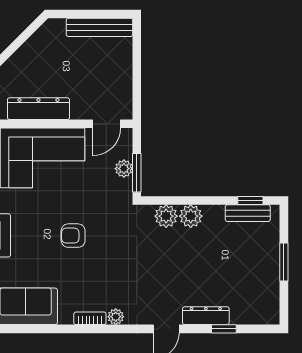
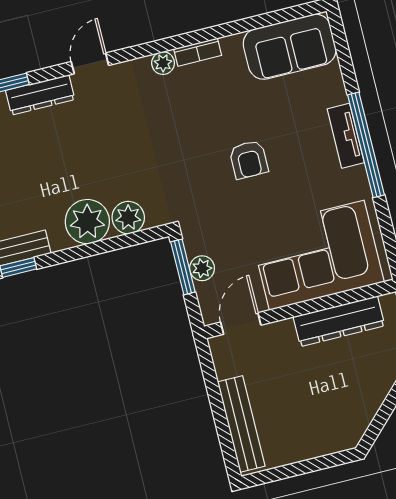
bench: (99, 27) -> (241, 424), moved, turned 90
plant: (191, 216) -> (87, 222), width x1.36, depth x1.36
armchair: (73, 236) -> (249, 160), turned 90

